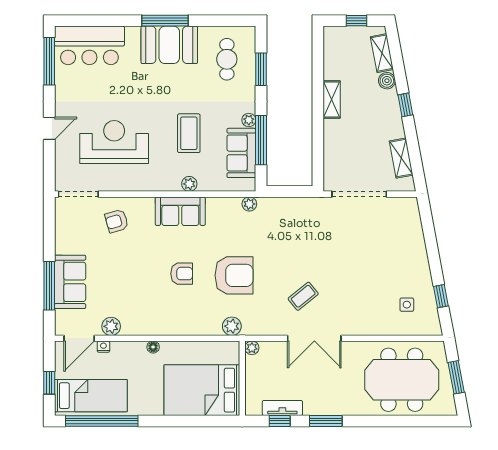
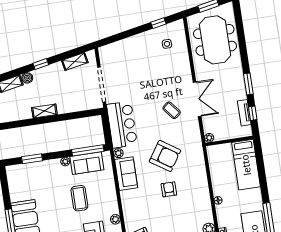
cafe table: (227, 59) -> (29, 181), removed
coffee table: (189, 133) -> (79, 198), turned 90
window: (261, 140) -> (88, 150), moved
plant: (189, 184) -> (115, 219), moved
sofa: (180, 211) -> (126, 174), moved
bar counter: (293, 216) -> (122, 125), added
armchair: (234, 275) -> (165, 156), turned 124
plant: (232, 326) -> (197, 153), removed
bed: (202, 390) -> (246, 165), width x0.67

